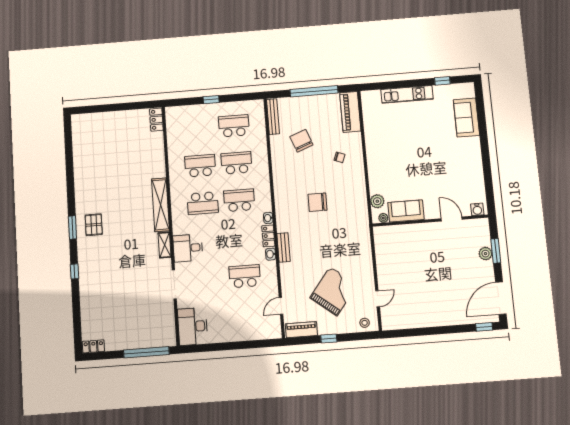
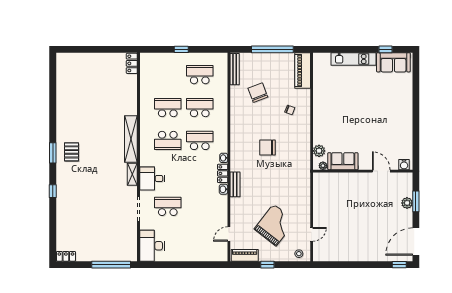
sofa: (466, 118) -> (393, 62), moved, turned -90
school desk: (245, 276) -> (168, 206), moved

